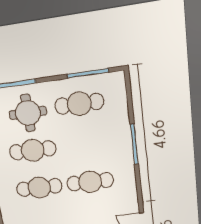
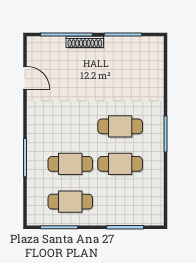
round table: (28, 113) -> (119, 200), removed
cafe table: (90, 182) -> (70, 164), moved

